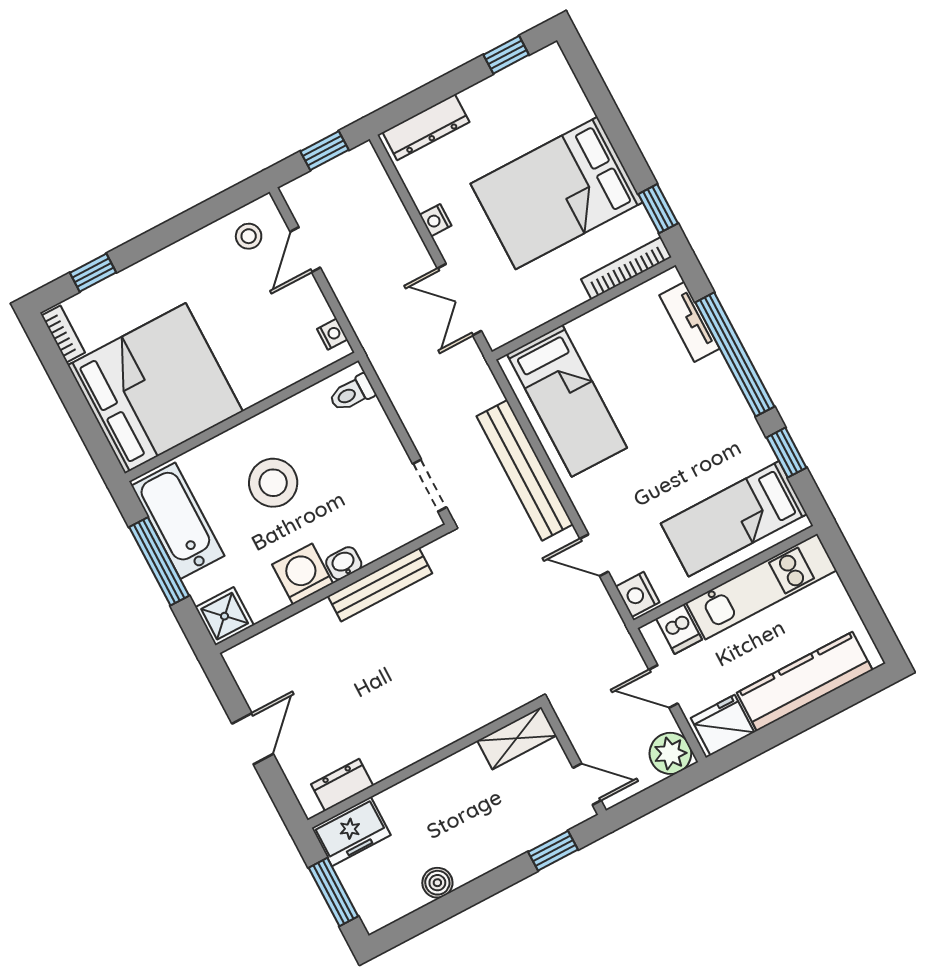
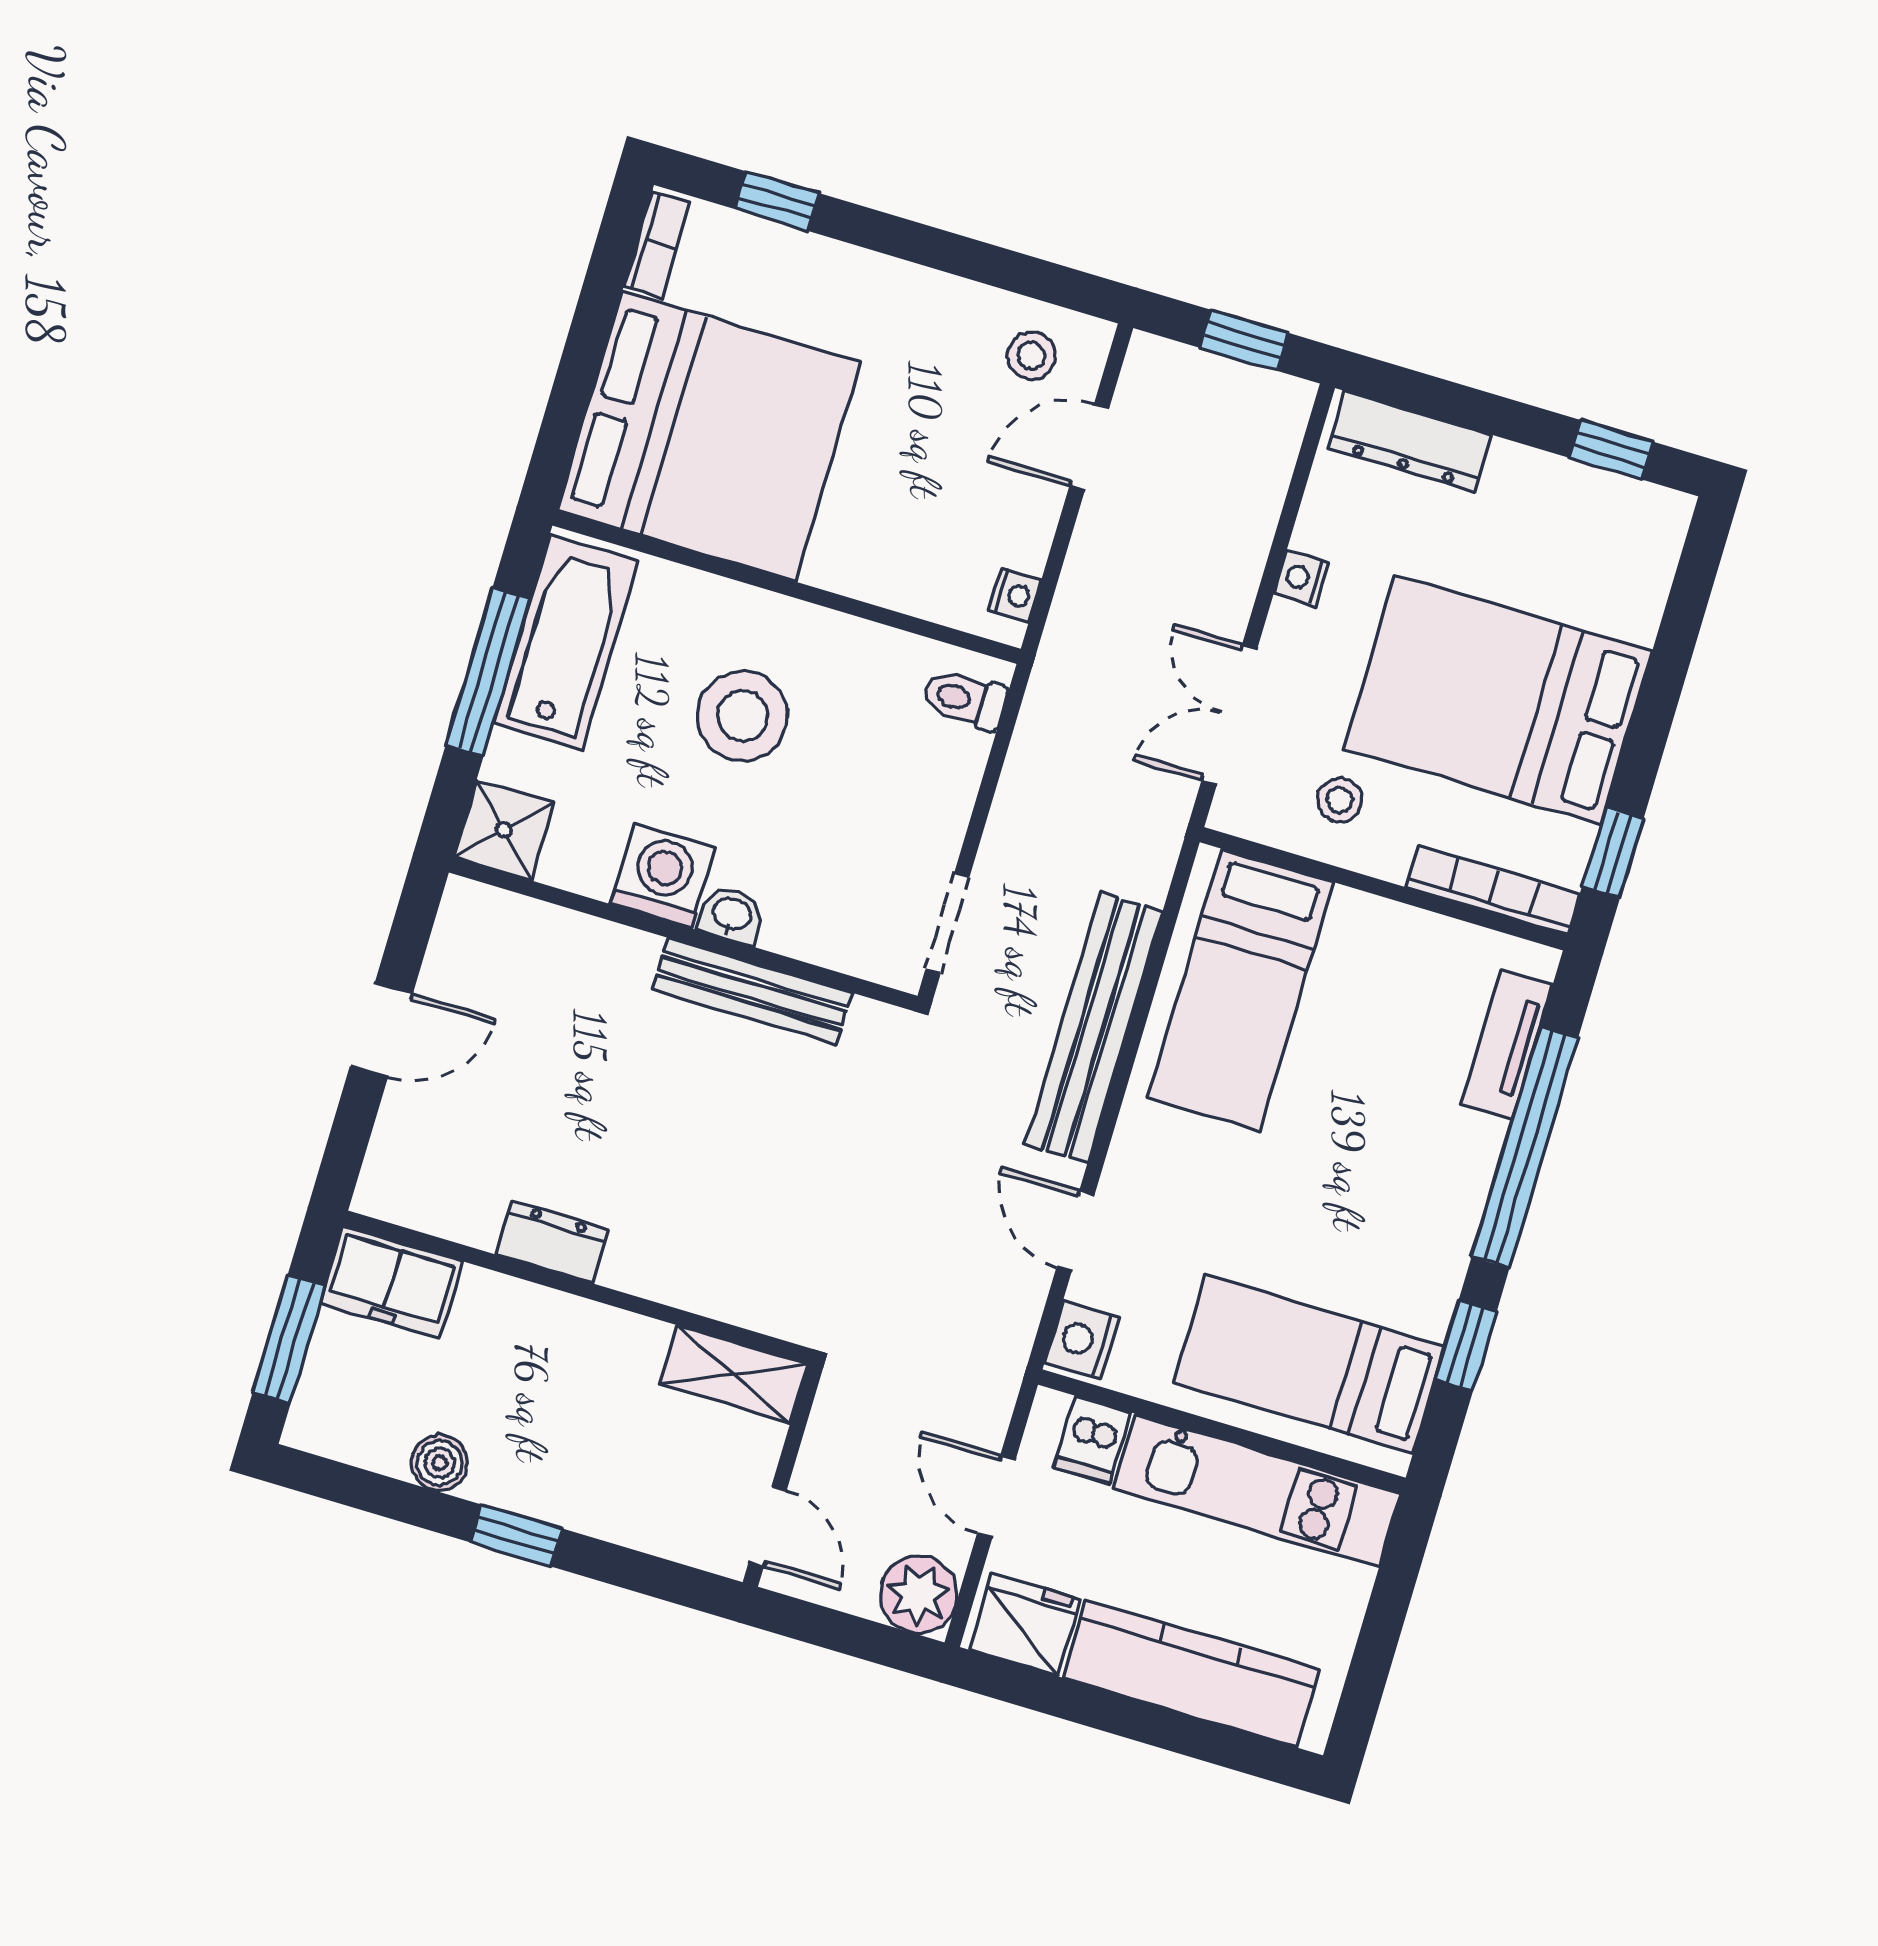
stool: (534, 291) -> (1340, 800), added
dresser: (342, 785) -> (552, 1242), moved
window: (553, 851) -> (516, 1535), moved

